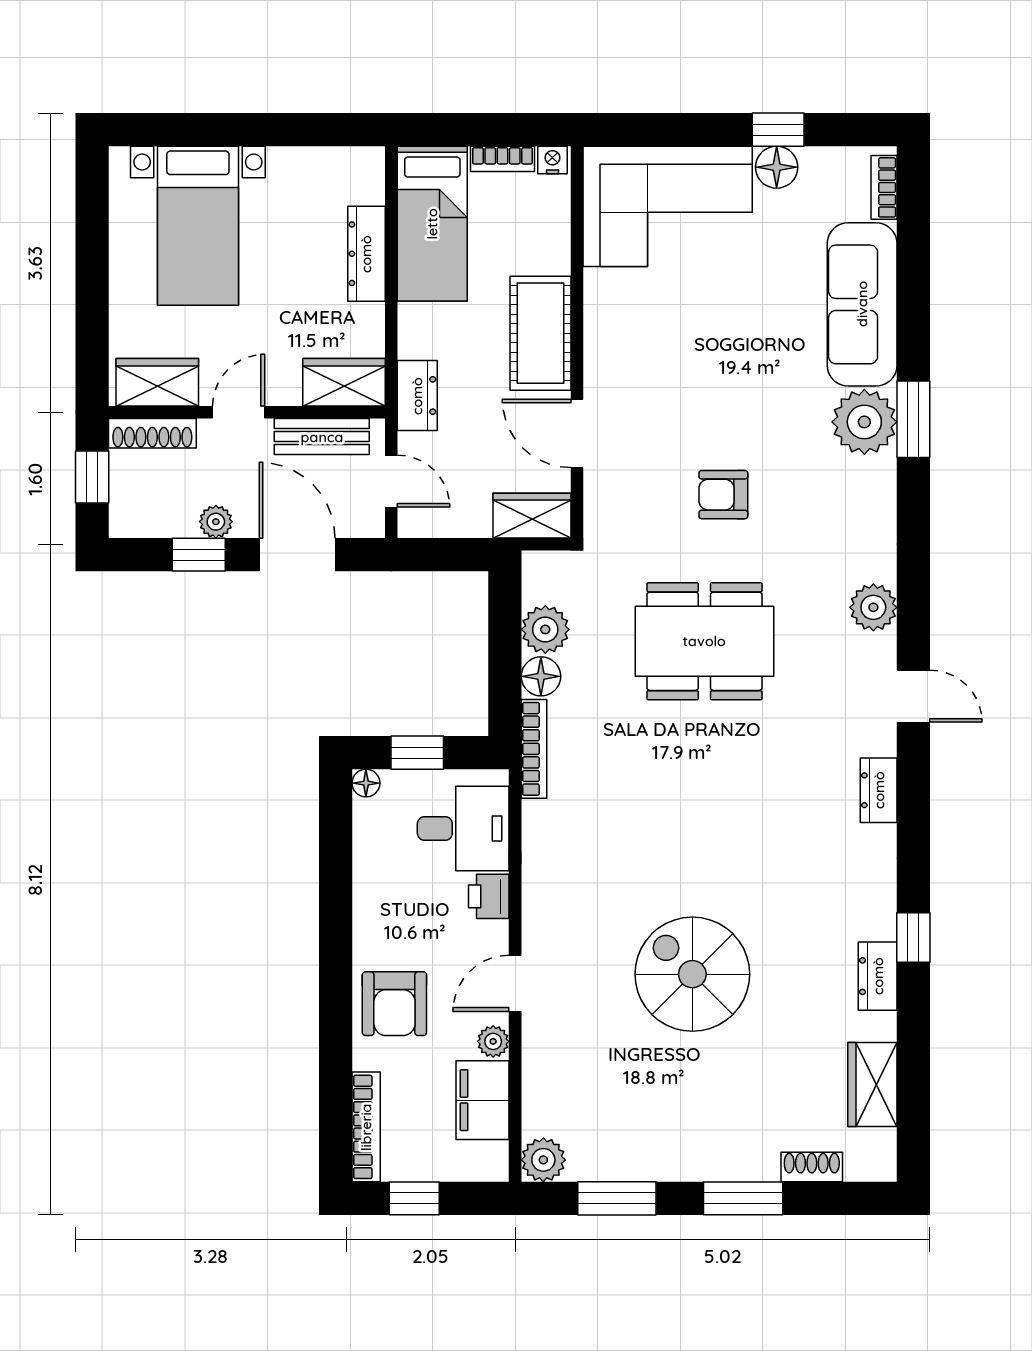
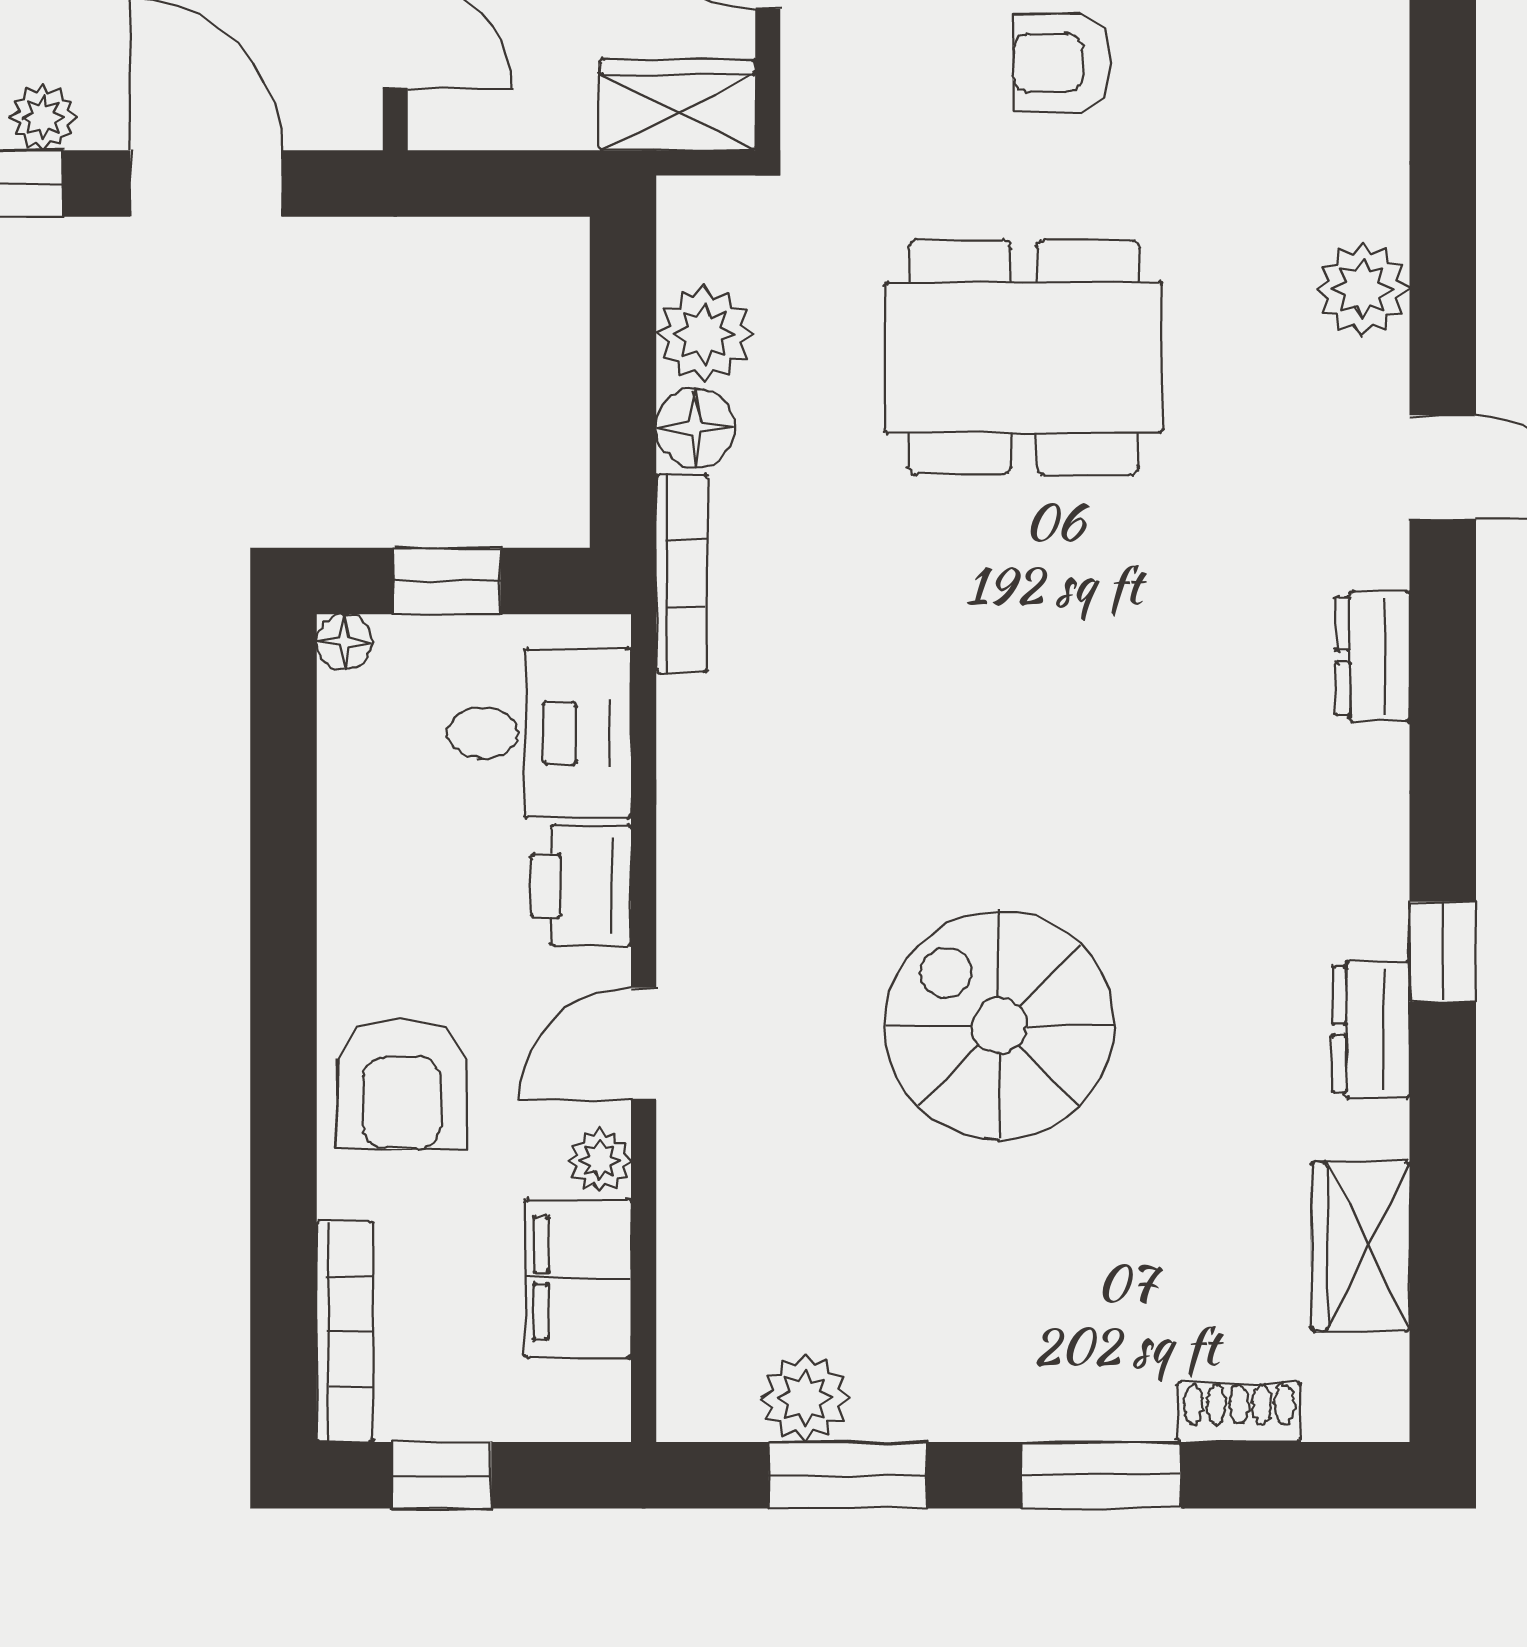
printer: (489, 896) -> (581, 886), width x1.36, depth x1.24
plant: (543, 1160) -> (805, 1398), moved

